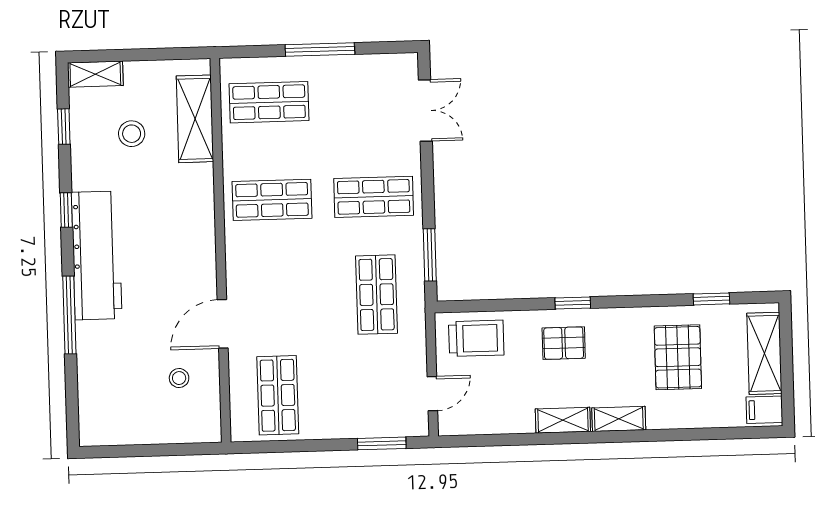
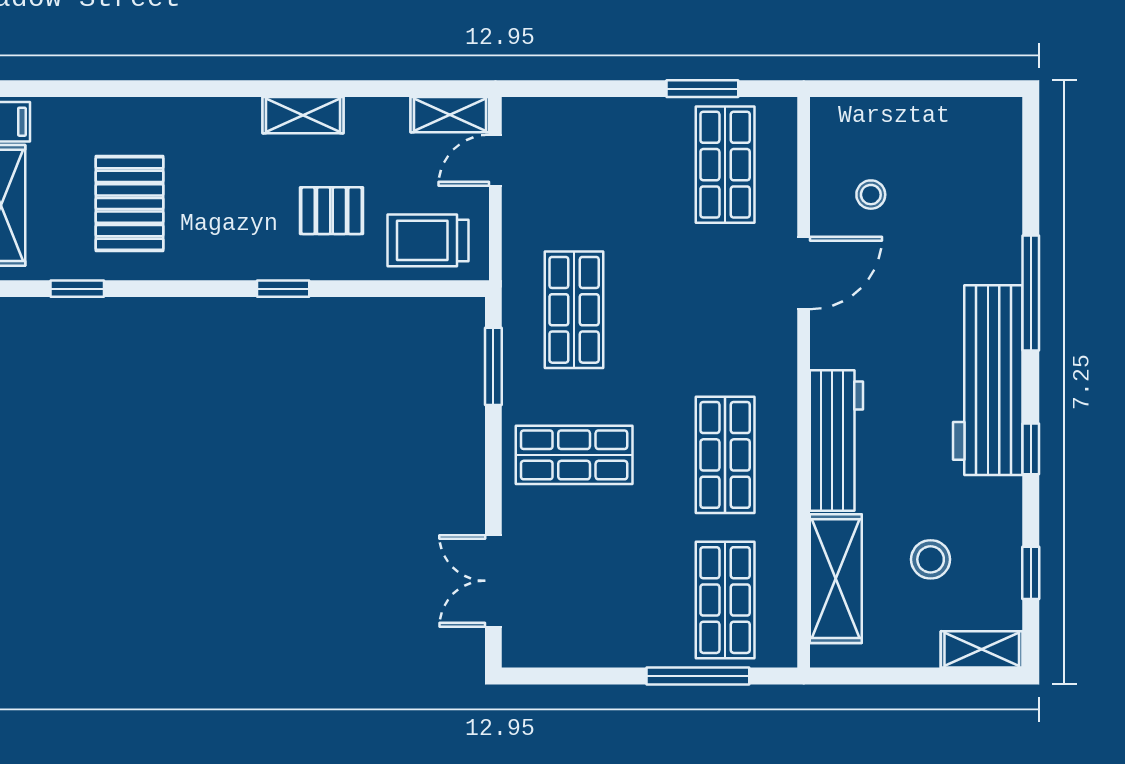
window: (320, 49) -> (698, 676), moved
shop shelf: (269, 102) -> (725, 600), turned 90
shop shelf: (272, 200) -> (725, 455), turned 90
workbench: (197, 212) -> (836, 440), added
pallet: (564, 343) -> (332, 211), moved
shelving: (619, 419) -> (450, 115), moved
window: (382, 443) -> (702, 89), moved

